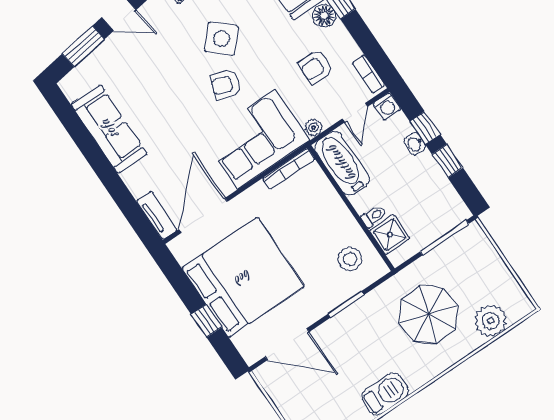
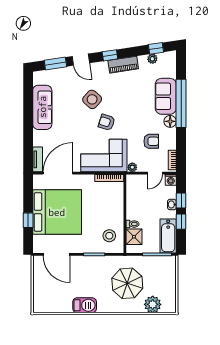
side table: (222, 39) -> (92, 99), moved
armchair: (316, 67) -> (151, 141), turned 180
bathtub: (342, 163) -> (168, 236), moved, turned 180

